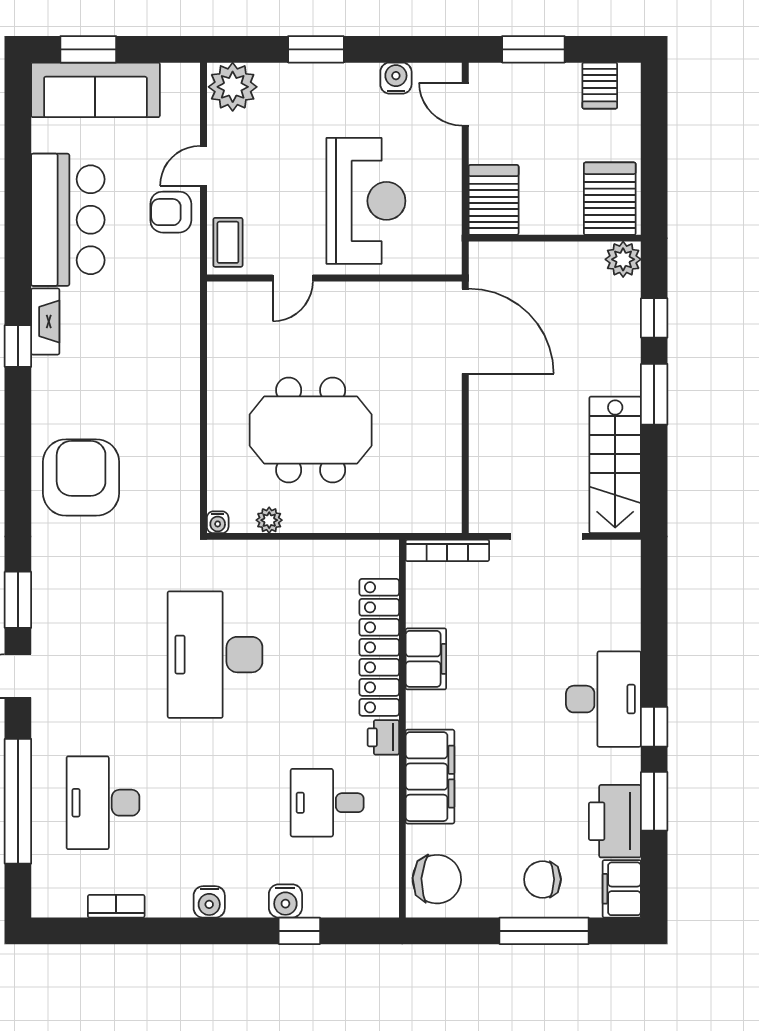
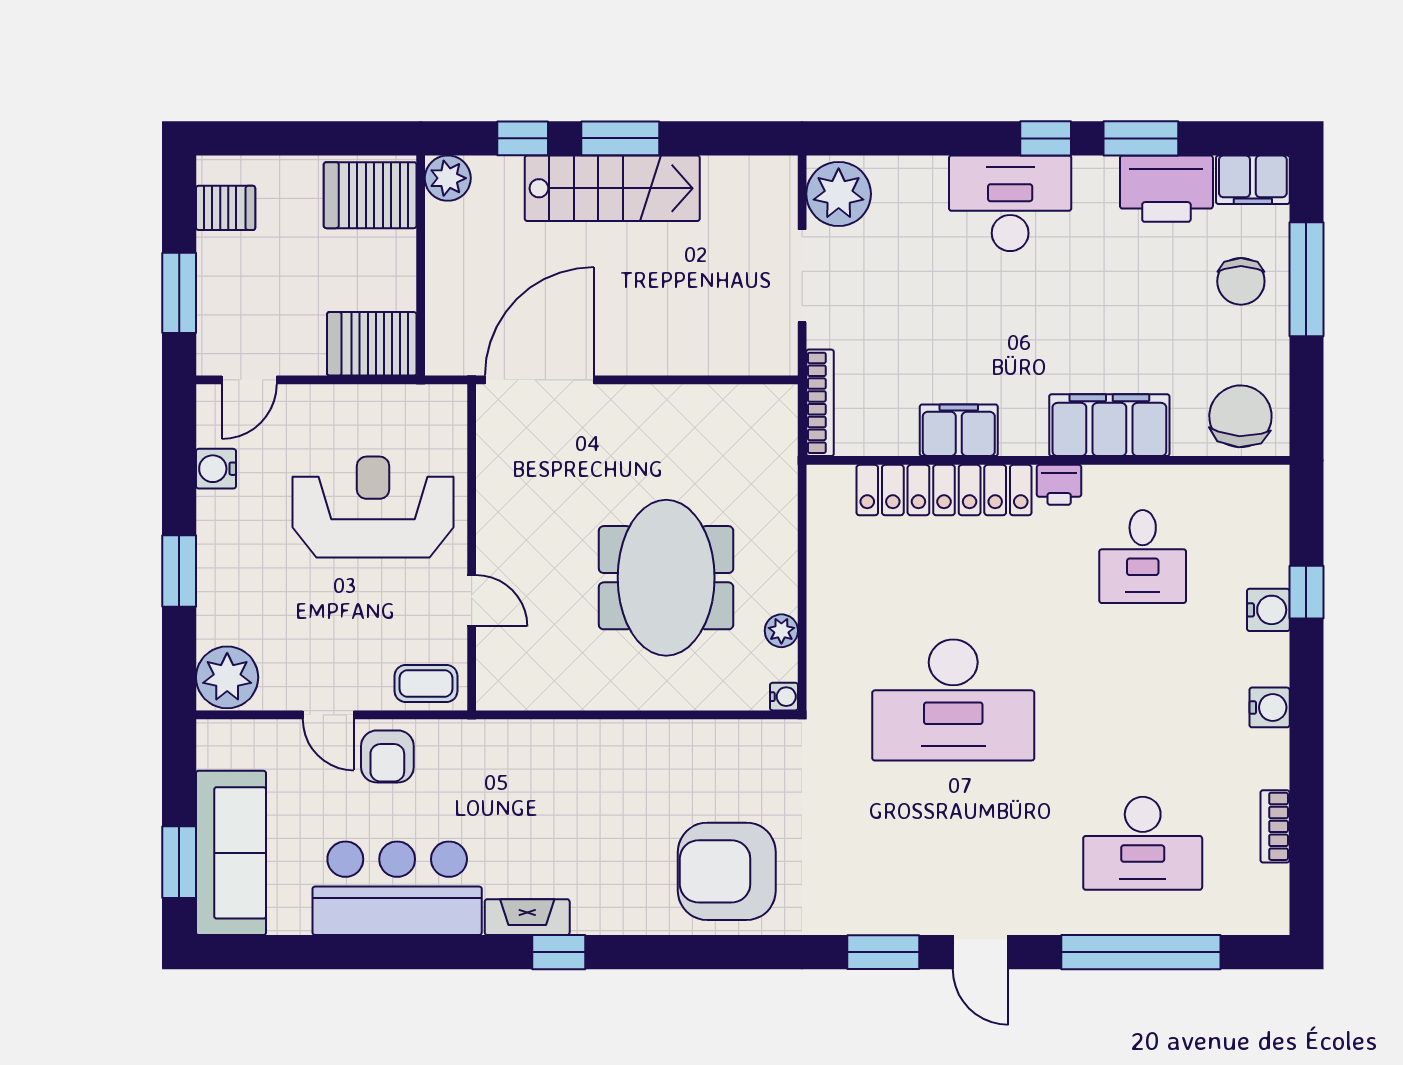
stairs: (615, 465) -> (612, 188), moved
plant: (611, 565) -> (839, 194), added

